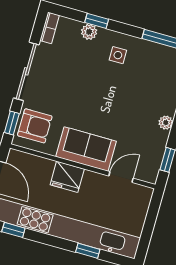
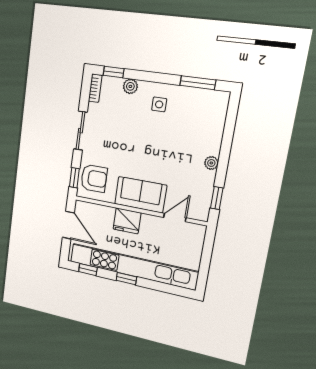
window: (97, 21) -> (114, 72), moved
sliding door: (26, 71) -> (80, 131), width x0.73
window: (88, 251) -> (126, 279), moved

